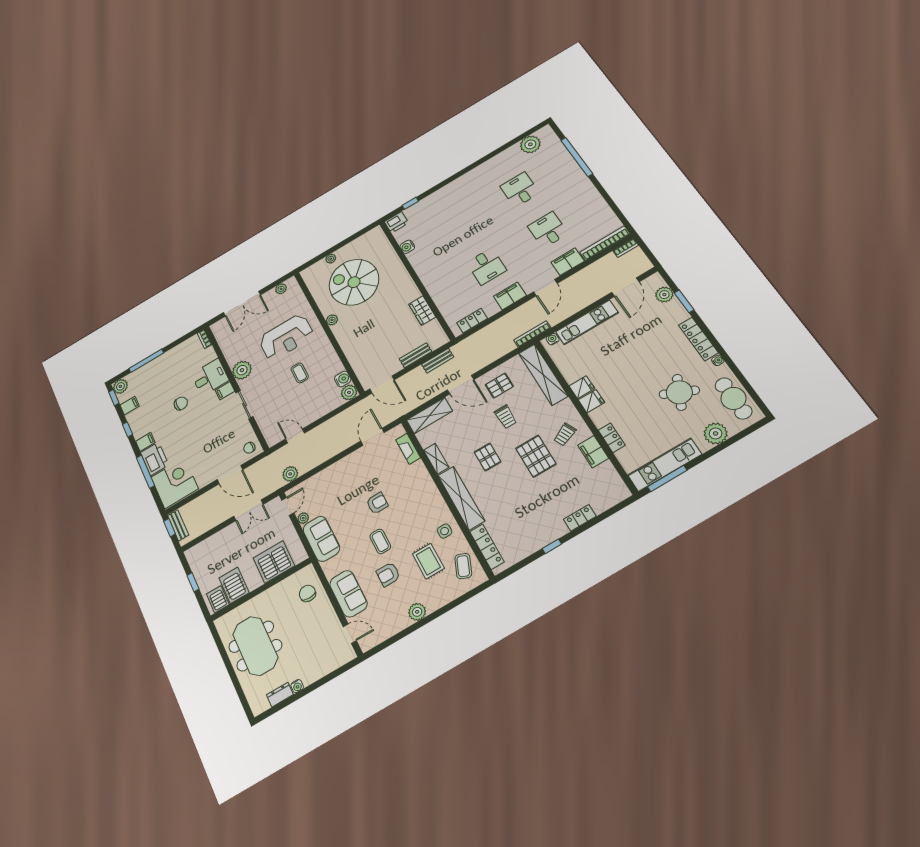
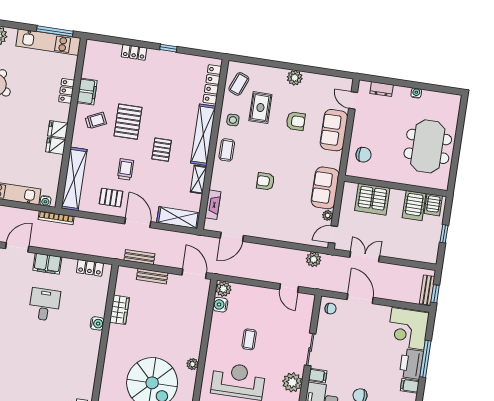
water cooler: (407, 247) -> (97, 323), moved
coffee table: (380, 541) -> (227, 150), moved
chair: (307, 593) -> (363, 155), turned -90
dresser: (280, 695) -> (382, 89), moved

